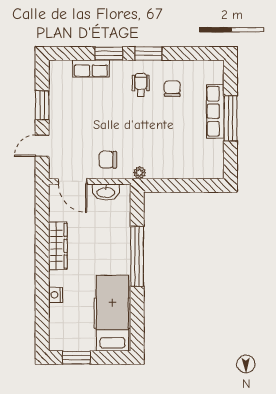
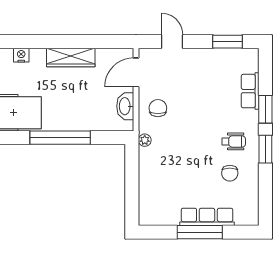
chair: (172, 89) -> (230, 173), turned 90
window: (42, 105) -> (227, 42), moved

